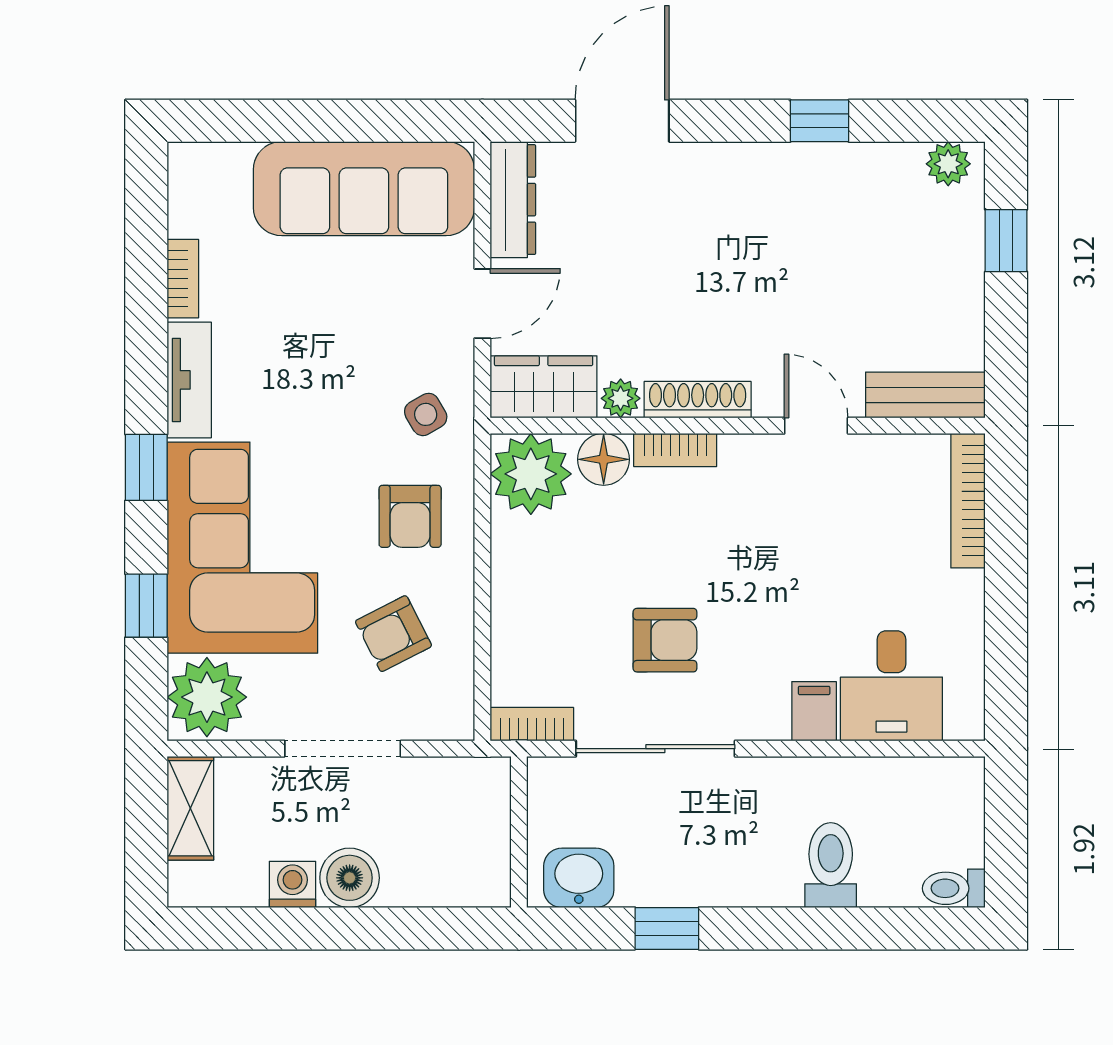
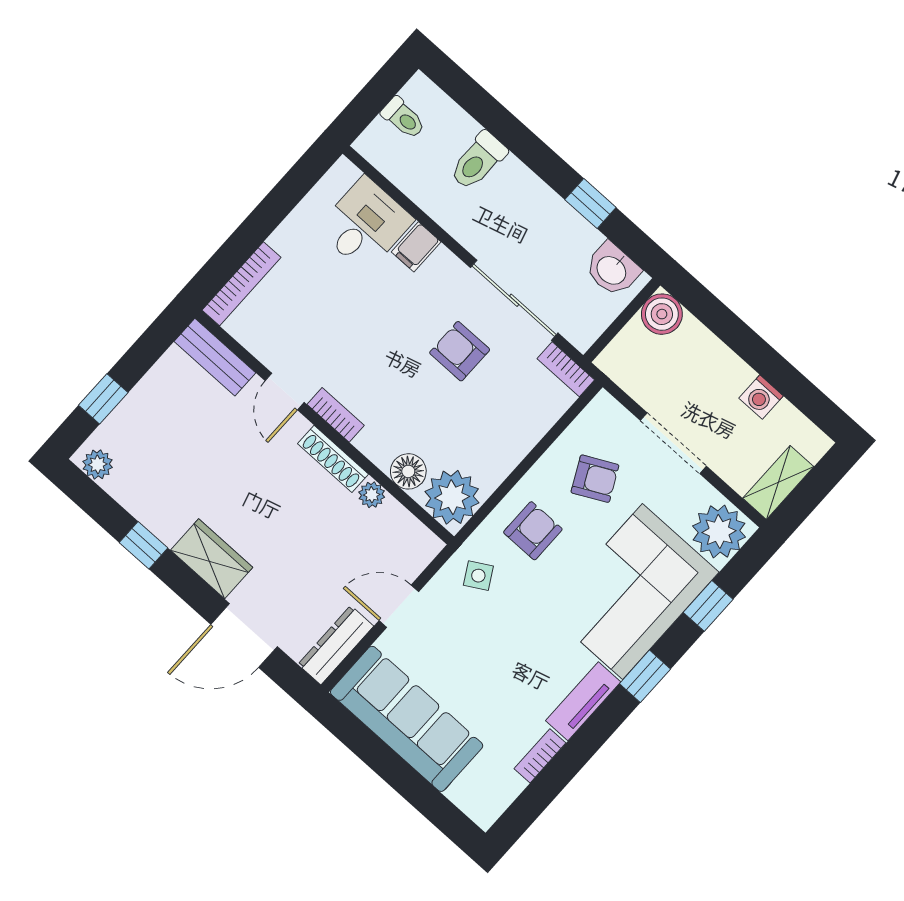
wardrobe: (544, 387) -> (212, 559), moved, turned 180
bookcase: (675, 450) -> (336, 415), moved
boiler: (350, 878) -> (662, 314), moved
toilet: (954, 888) -> (403, 118), moved

